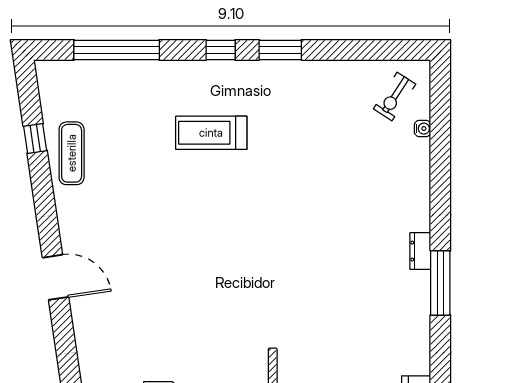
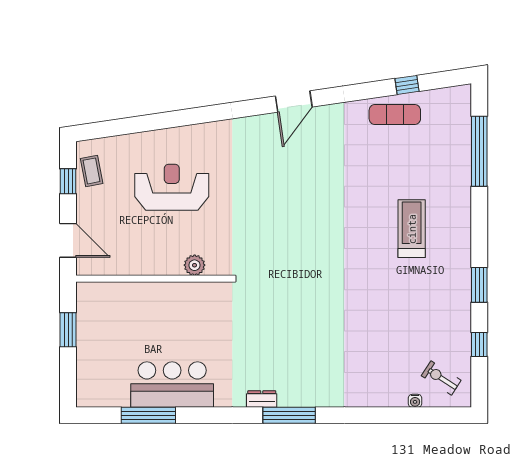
window: (221, 50) -> (479, 345), moved
dresser: (420, 251) -> (262, 399), moved

